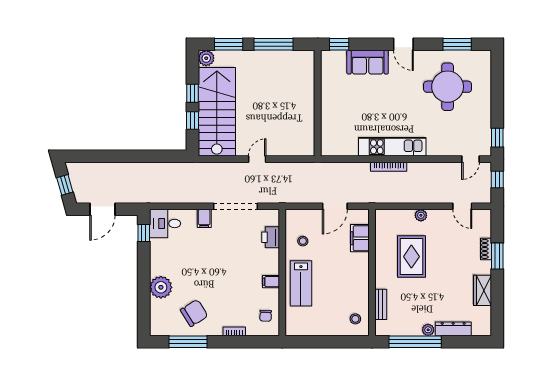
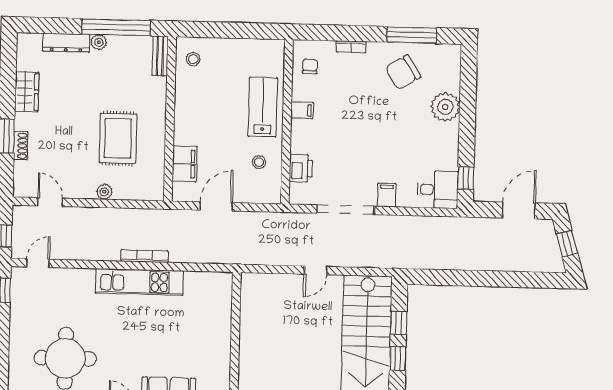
bench: (381, 304) -> (160, 56), moved

